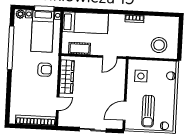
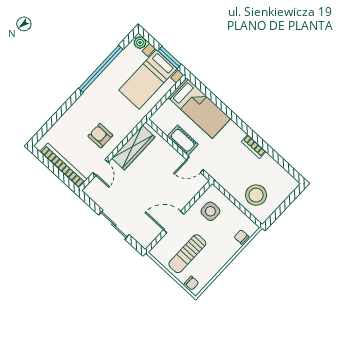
cot: (80, 48) -> (183, 140), moved
armchair: (45, 70) -> (100, 136), moved, turned 180
door: (58, 104) -> (101, 167), hinge flipped
door: (125, 111) -> (174, 222), moved

